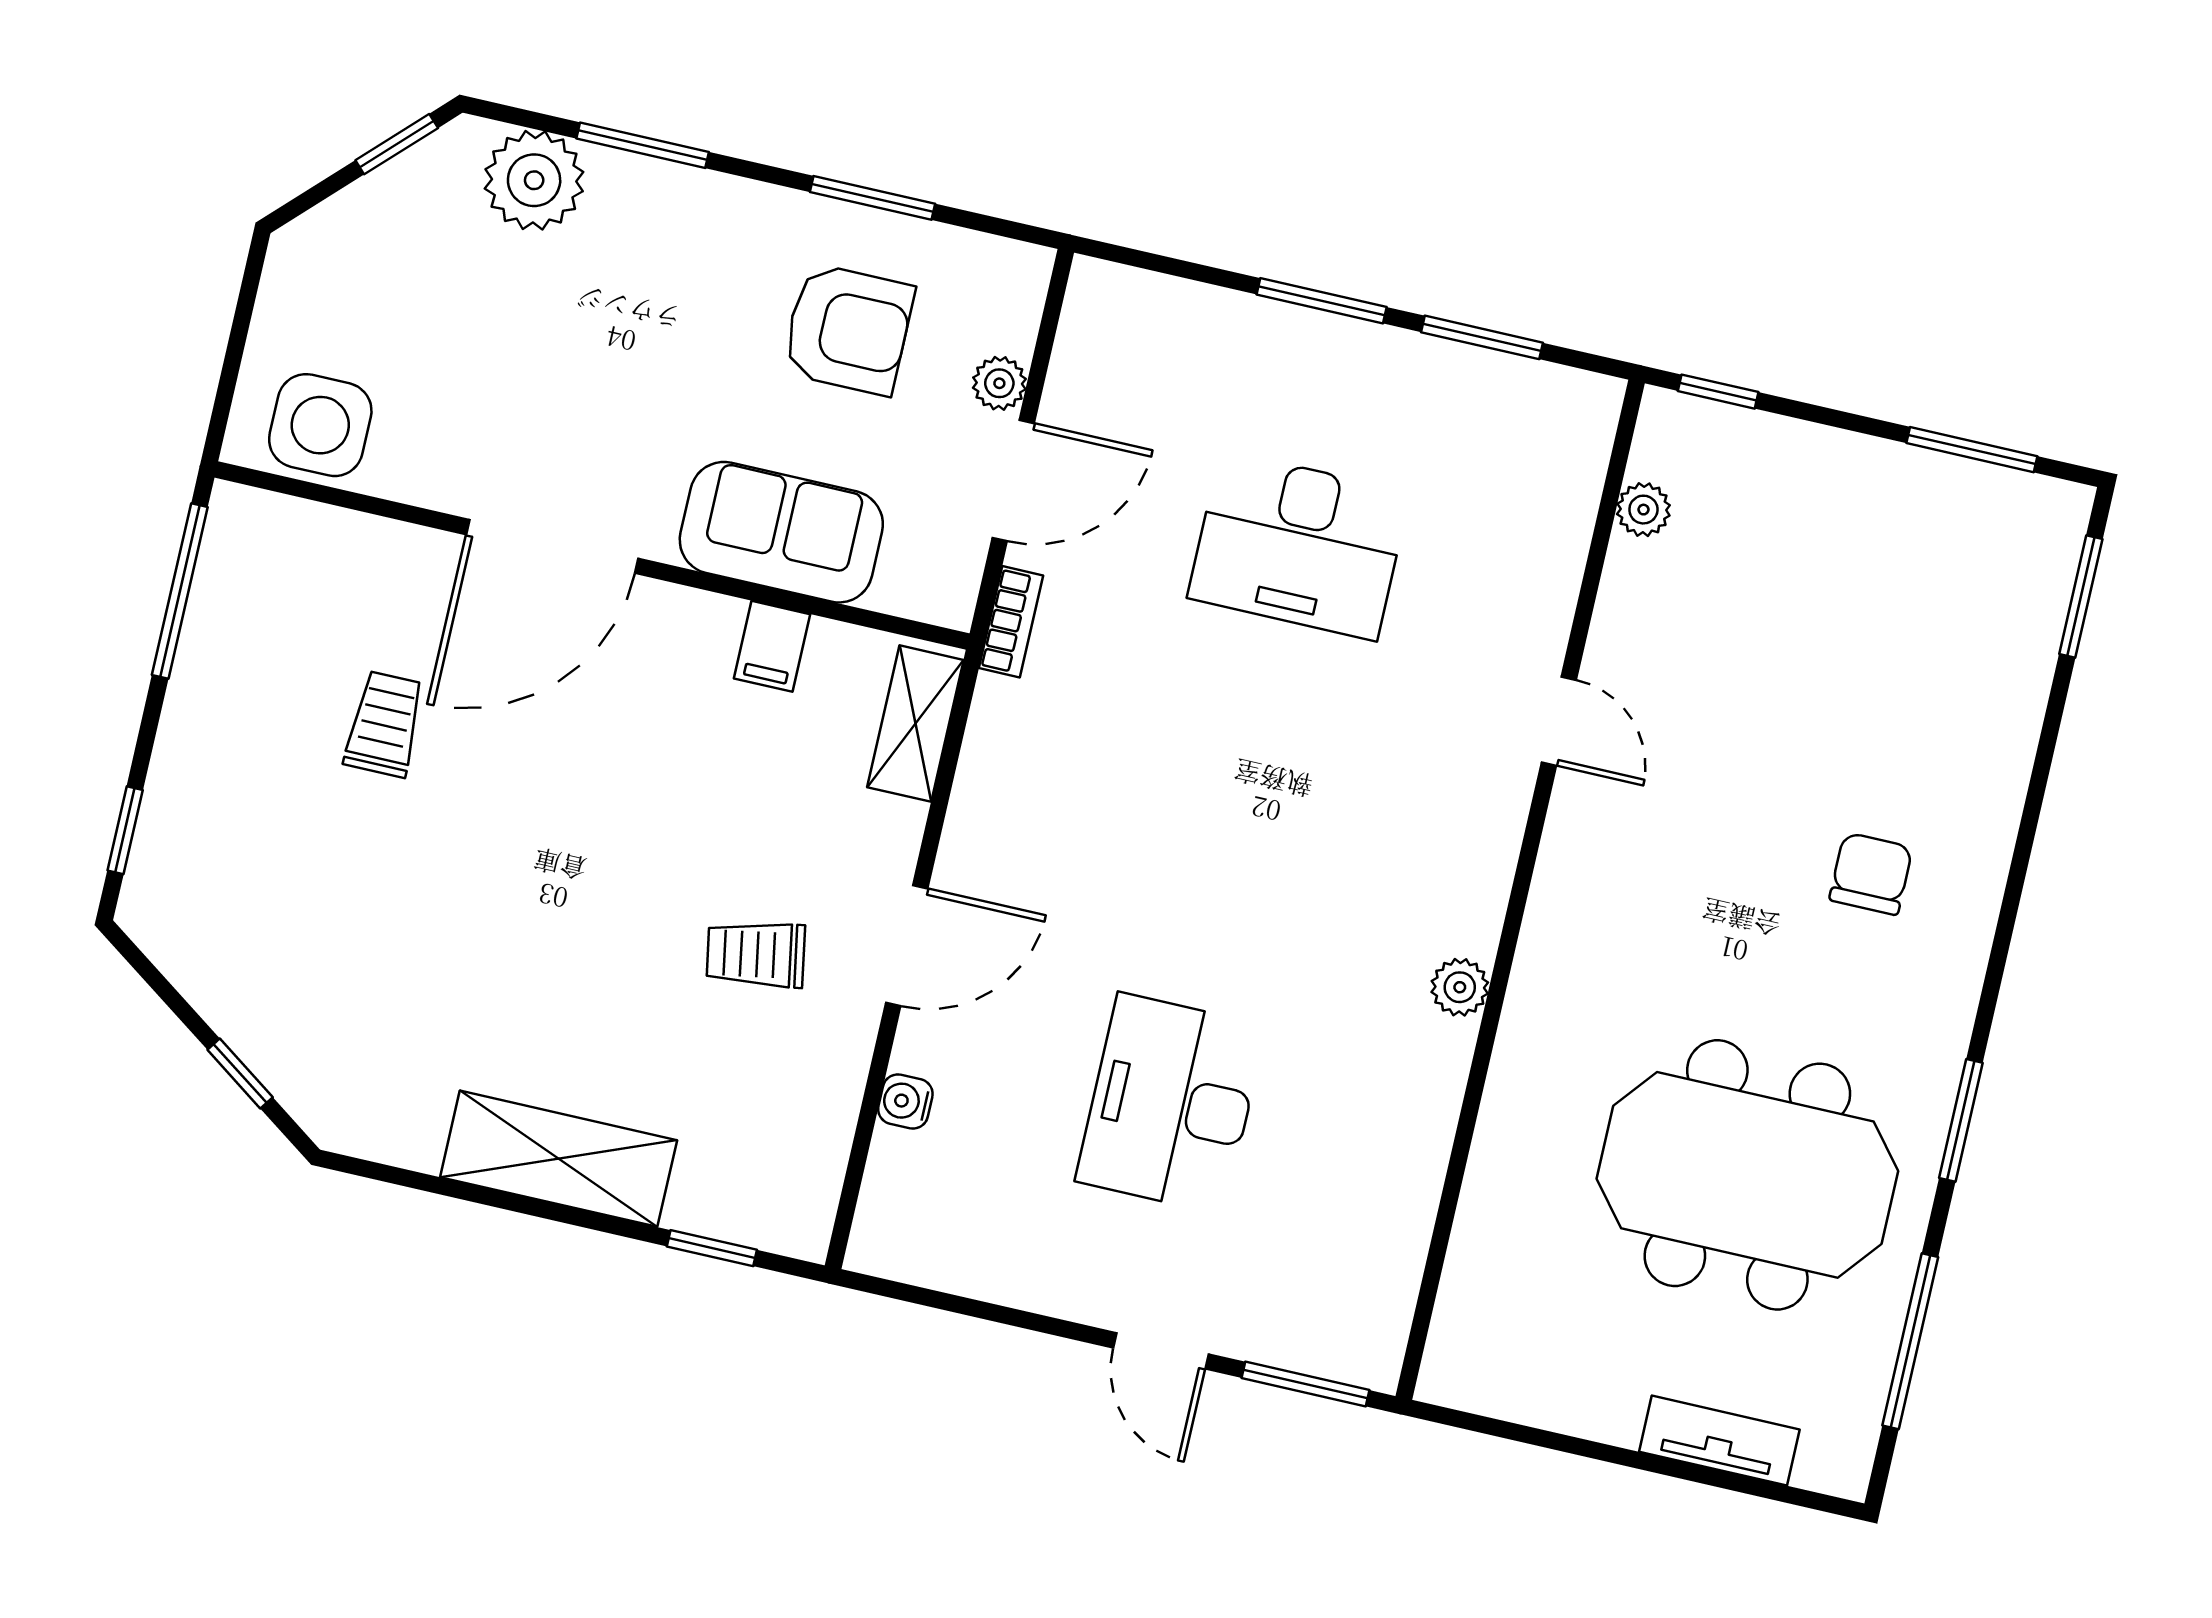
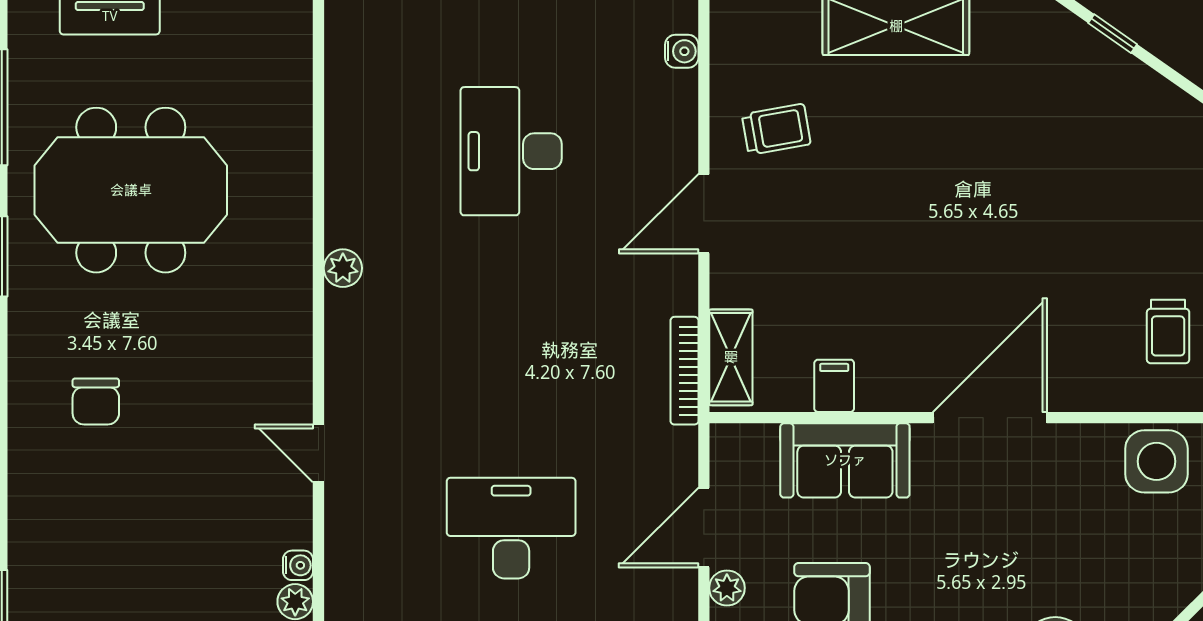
water cooler: (1627, 562) -> (298, 565), added
bookcase: (1011, 622) -> (684, 371), moved, width x1.56
trolley: (385, 724) -> (1168, 331), moved
trolley: (756, 954) -> (776, 129), moved
water cooler: (905, 1101) -> (682, 51), moved
desk: (1171, 1103) -> (511, 151), turned 180

